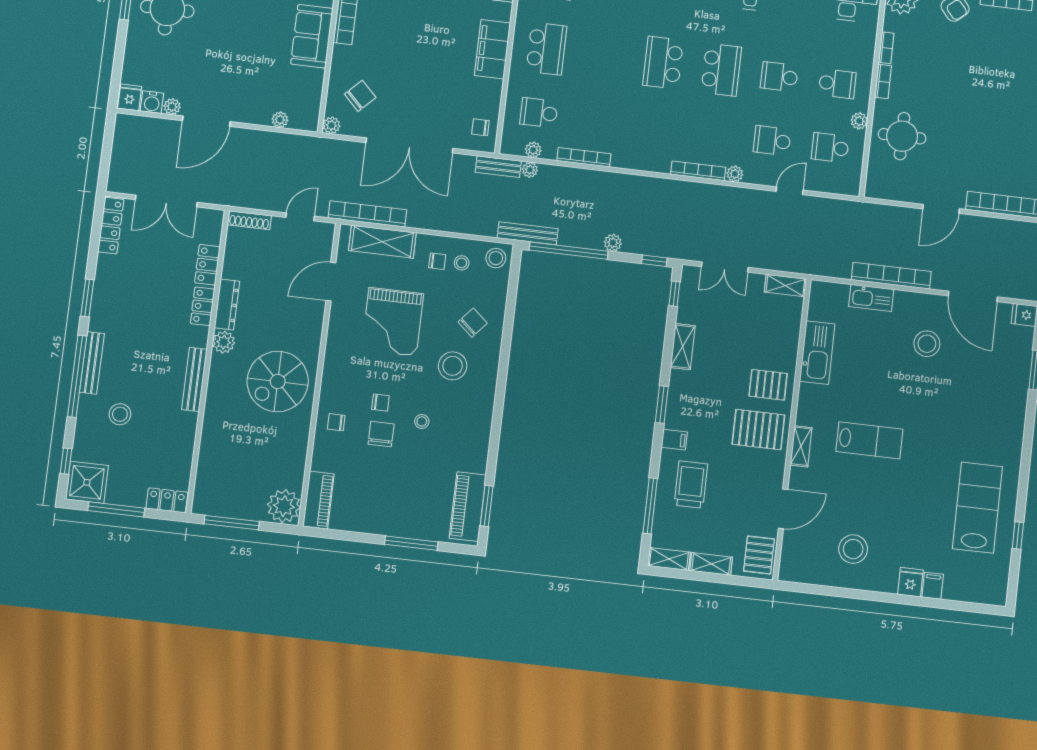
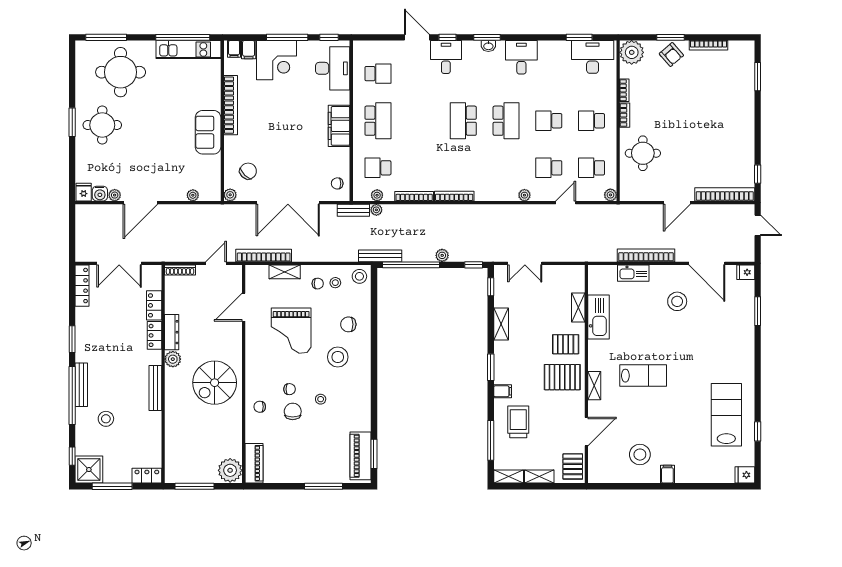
school desk: (837, 84) -> (592, 121), turned 180
plant: (859, 121) -> (610, 195), moved
bookcase: (698, 171) -> (454, 196), moved
shelving: (382, 242) -> (285, 272), width x0.67, depth x0.75
shelving: (785, 285) -> (578, 308), moved, turned 90
chair: (473, 322) -> (348, 324), turned -131
fridge: (910, 582) -> (745, 475), moved, turned -90
filing cabinet: (933, 586) -> (667, 474), moved

